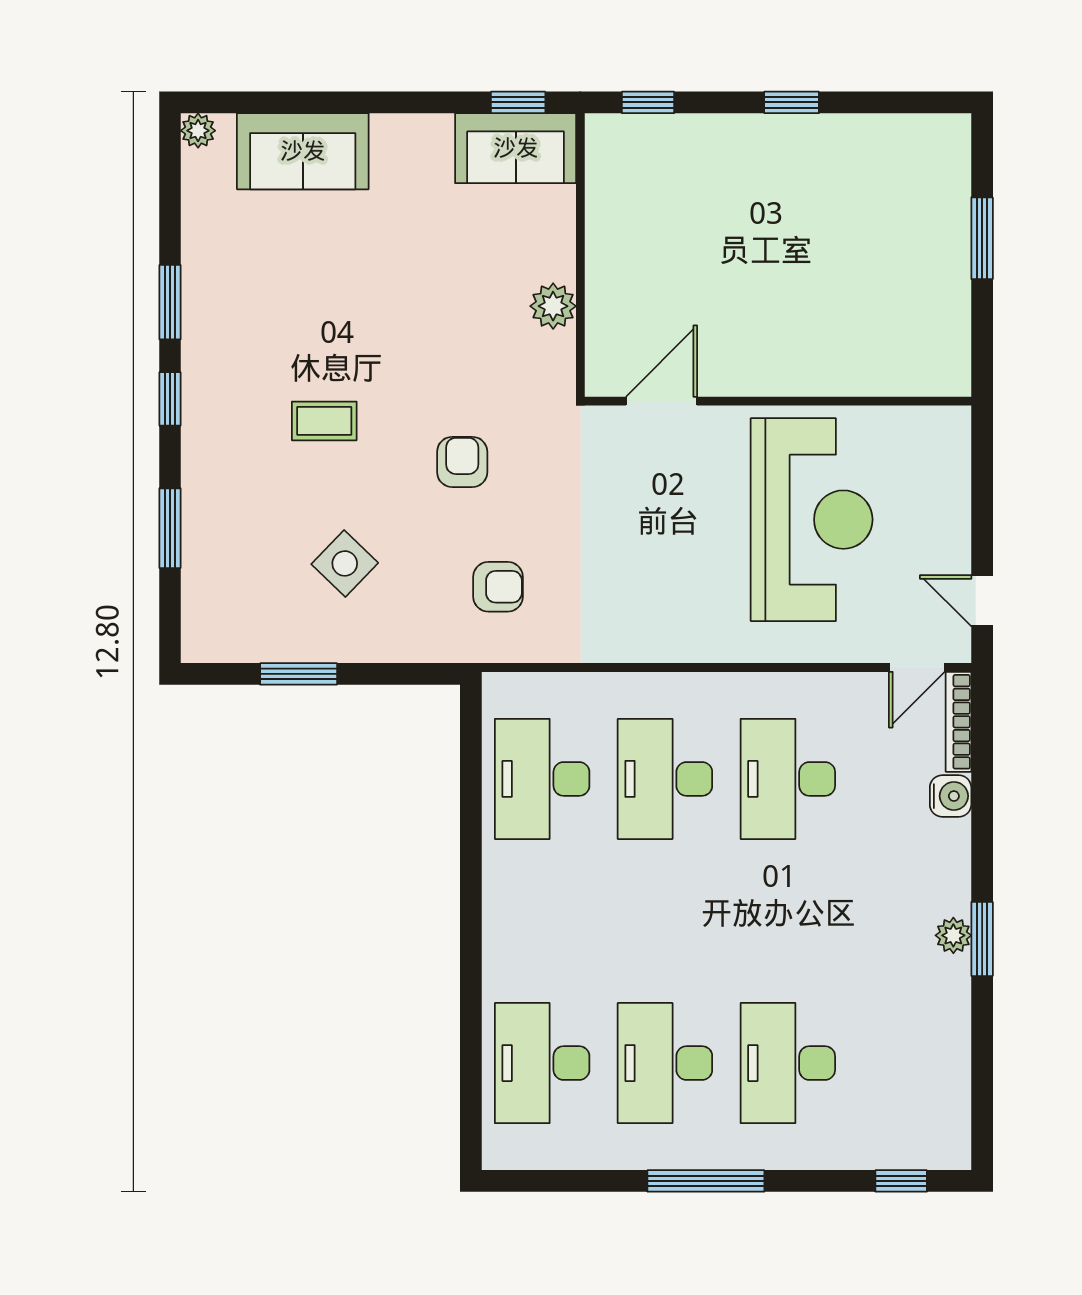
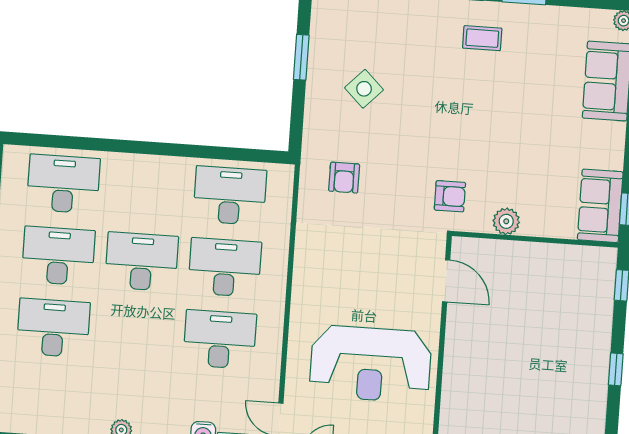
coffee table: (324, 421) -> (482, 38), moved, turned 90
armchair: (462, 462) -> (450, 196), moved
desk: (665, 921) -> (142, 262), added

